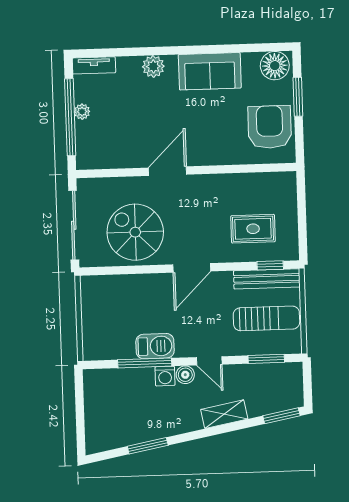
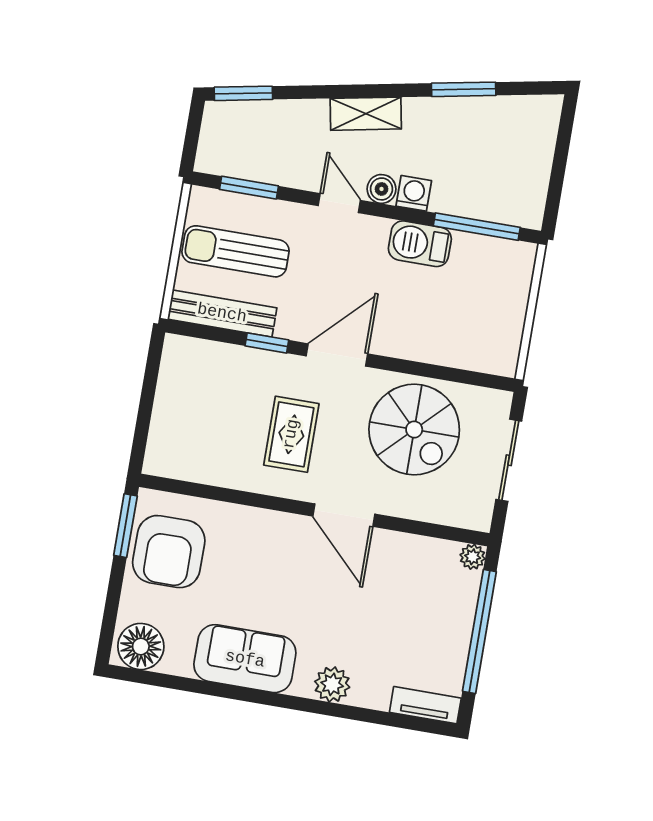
window: (298, 97) -> (125, 526), moved
plant: (82, 112) -> (473, 557), moved
door: (167, 171) -> (344, 515), hinge flipped
sliding door: (74, 225) -> (509, 460), width x0.73
rug: (253, 229) -> (291, 434), moved, turned 90
window: (270, 265) -> (267, 343), moved
window: (145, 363) -> (477, 227), moved
shelving: (224, 414) -> (366, 114), moved

